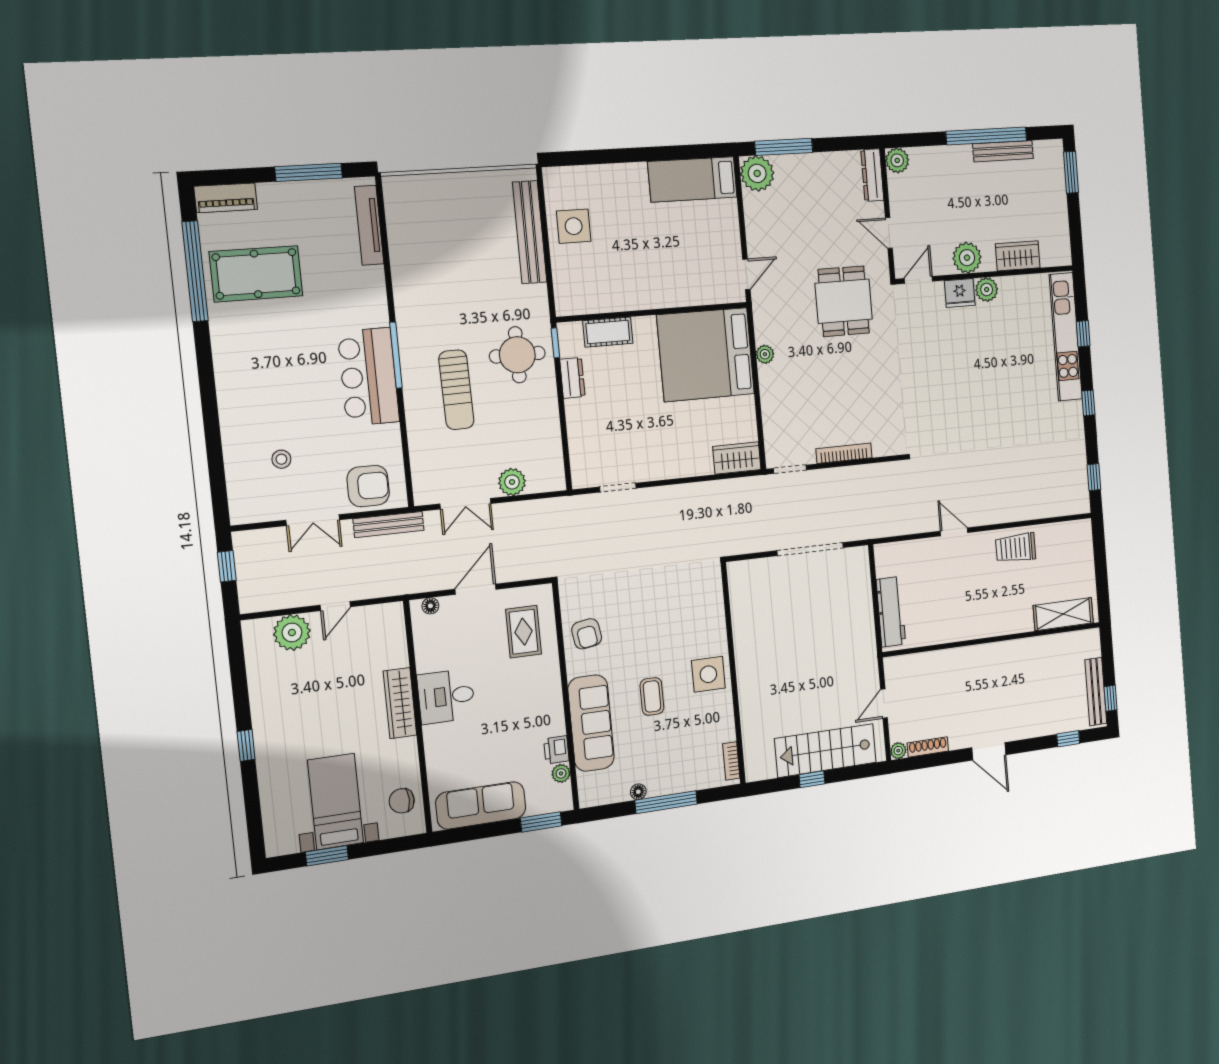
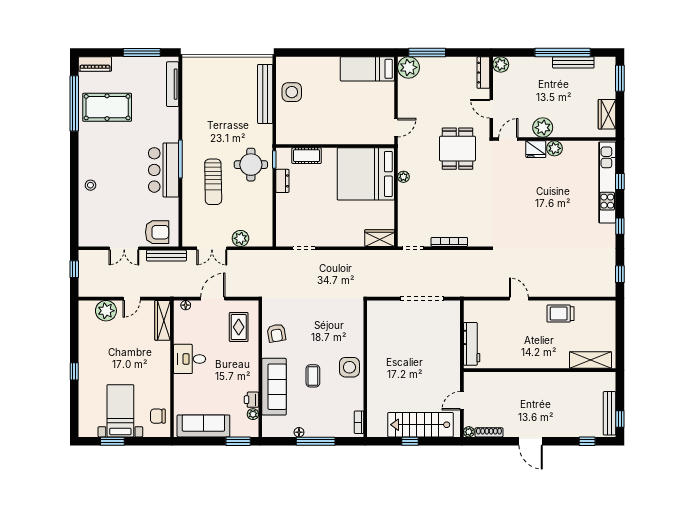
wardrobe: (1018, 256) -> (607, 114), moved, turned -90
stool: (281, 459) -> (90, 185), moved
wardrobe: (400, 703) -> (163, 320), moved

